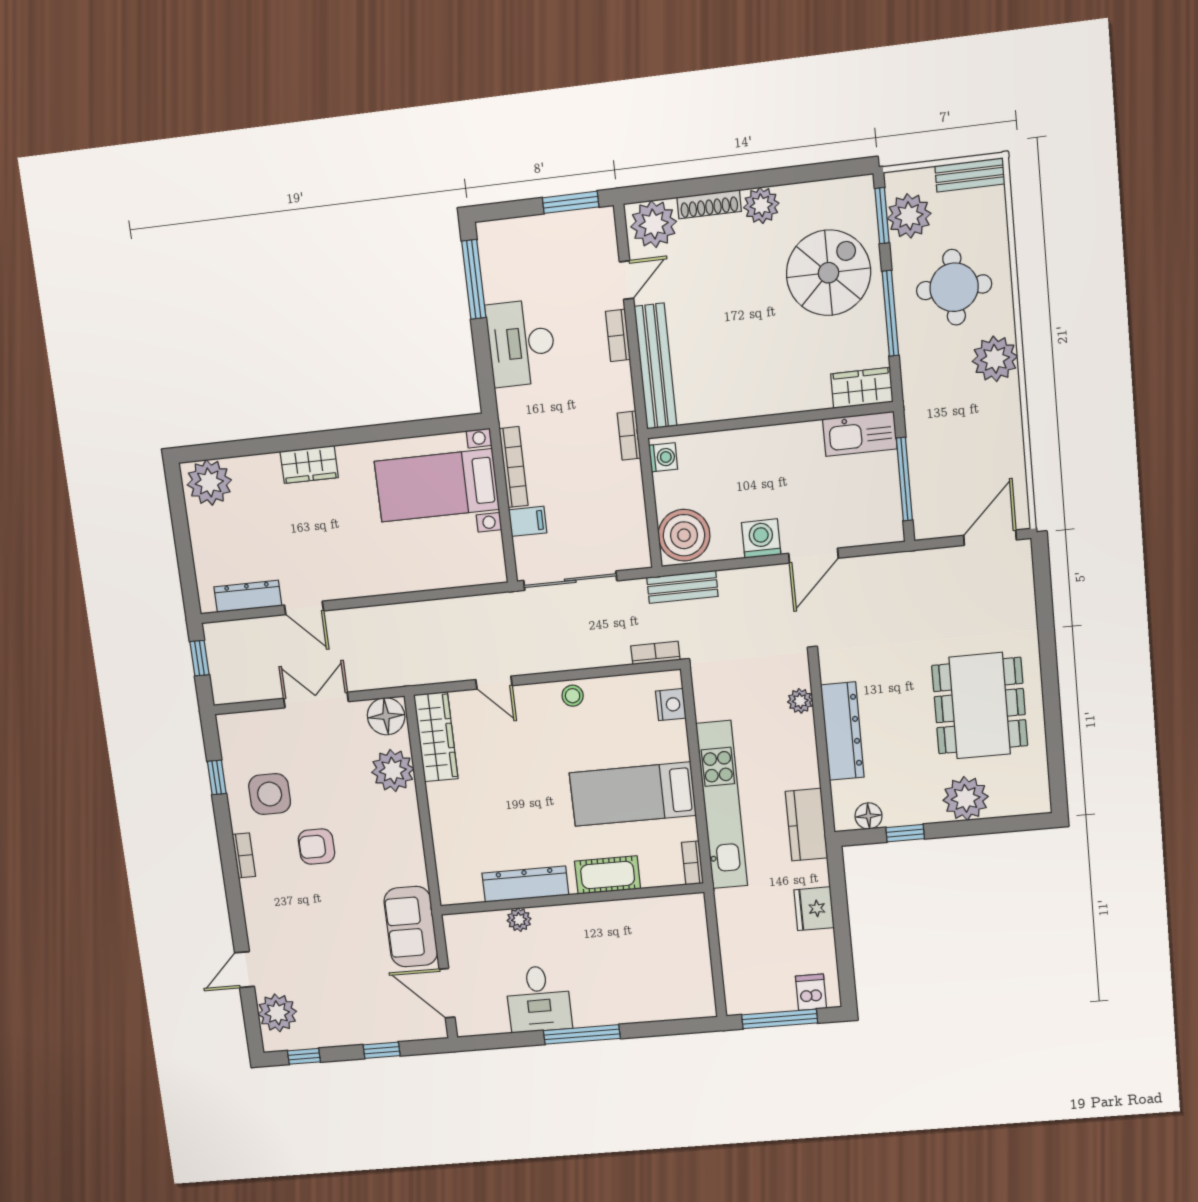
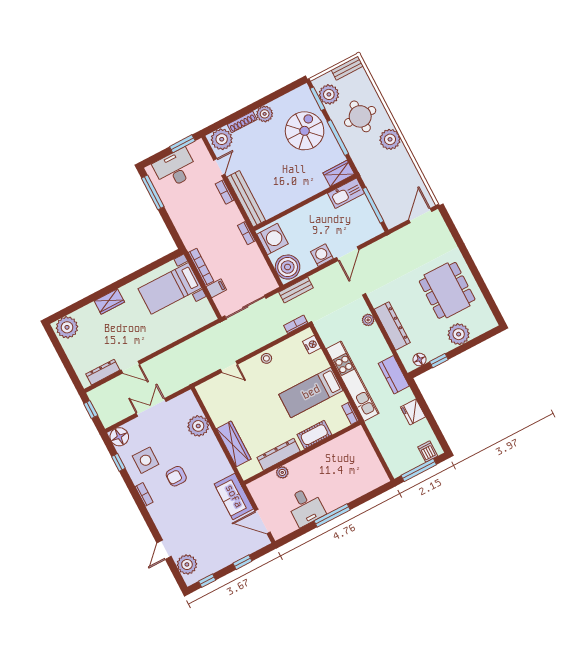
desk: (521, 343) -> (175, 168), moved, turned 90
washing machine: (663, 457) -> (272, 239), width x1.89, depth x1.89
floor lamp: (386, 716) -> (119, 437), moved
wardrobe: (436, 737) -> (234, 444), moved

